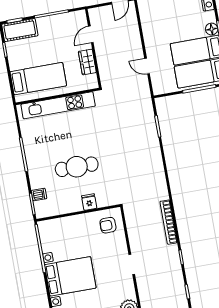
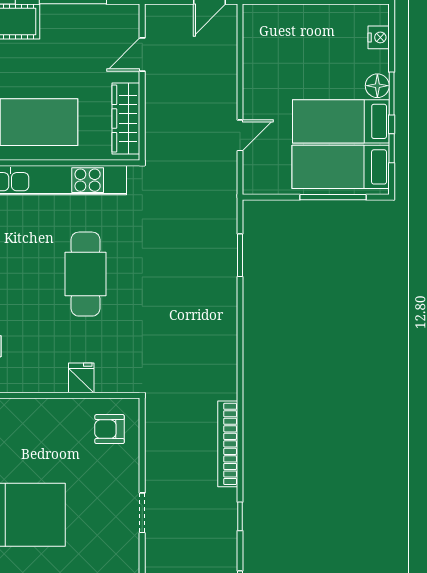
wardrobe: (87, 62) -> (126, 118), width x1.50
door: (147, 66) -> (240, 135), swing flipped
cafe table: (77, 167) -> (85, 274), moved, turned 90

